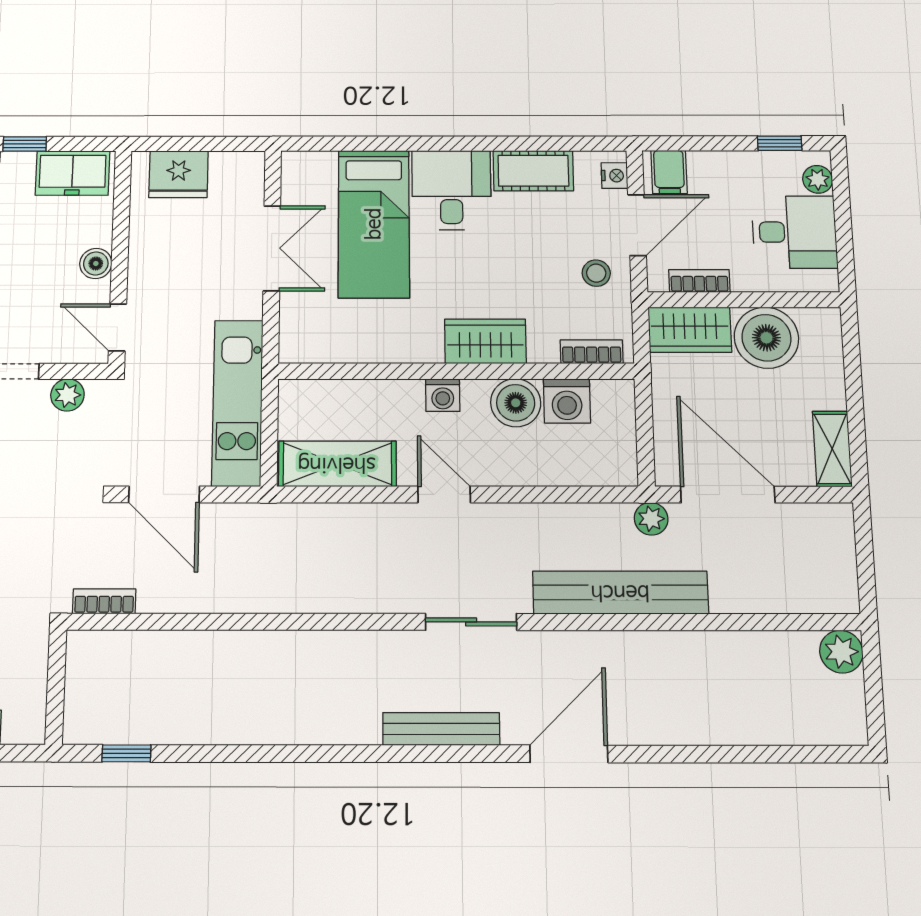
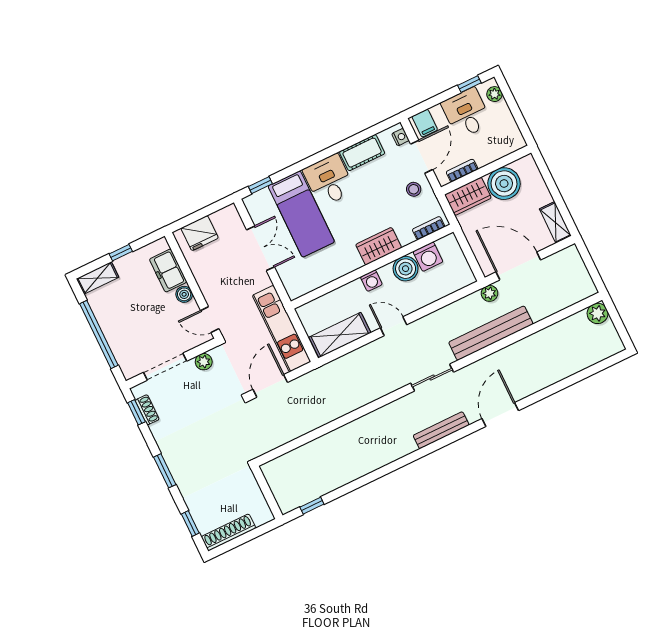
window: (327, 144) -> (260, 185), added
freezer: (73, 173) -> (168, 271), moved, turned 90
desk: (794, 232) -> (466, 113), moved, turned -90
door: (164, 494) -> (270, 386), swing flipped
bookcase: (104, 601) -> (268, 446), removed

